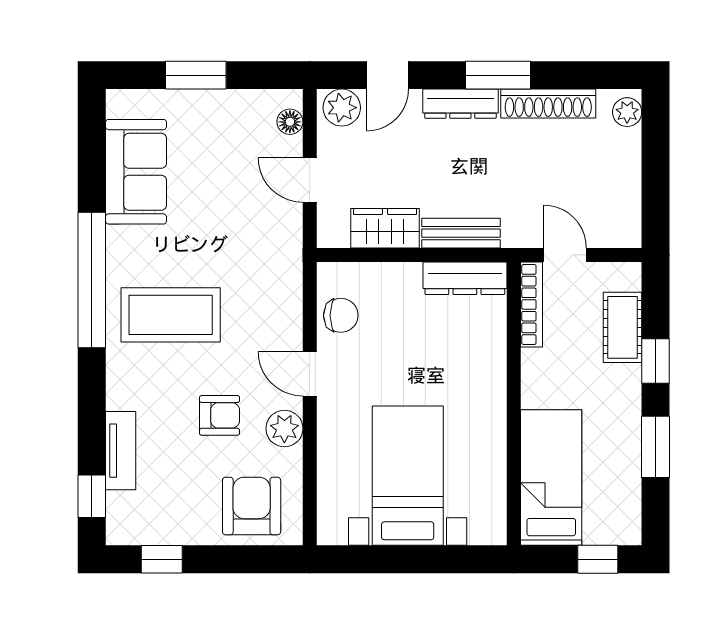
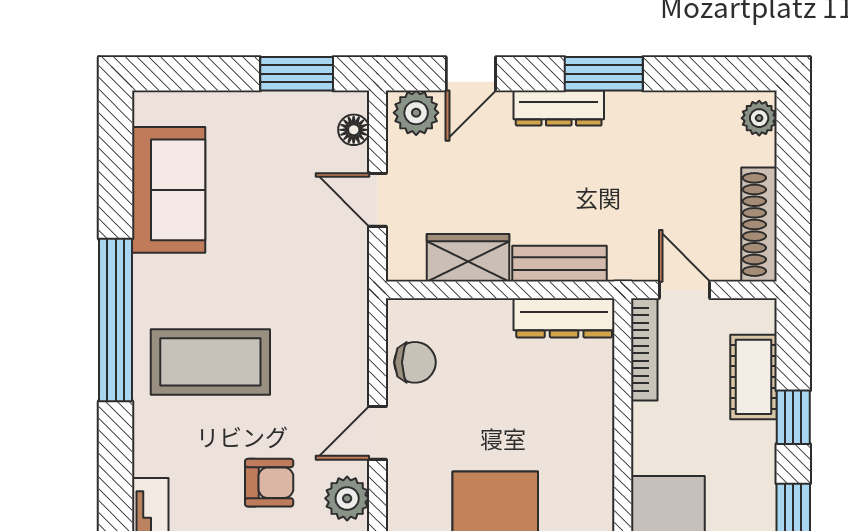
window: (196, 75) -> (297, 74), moved
shoe rack: (548, 104) -> (759, 224), moved, turned 90
door: (310, 374) -> (377, 433), hinge flipped

